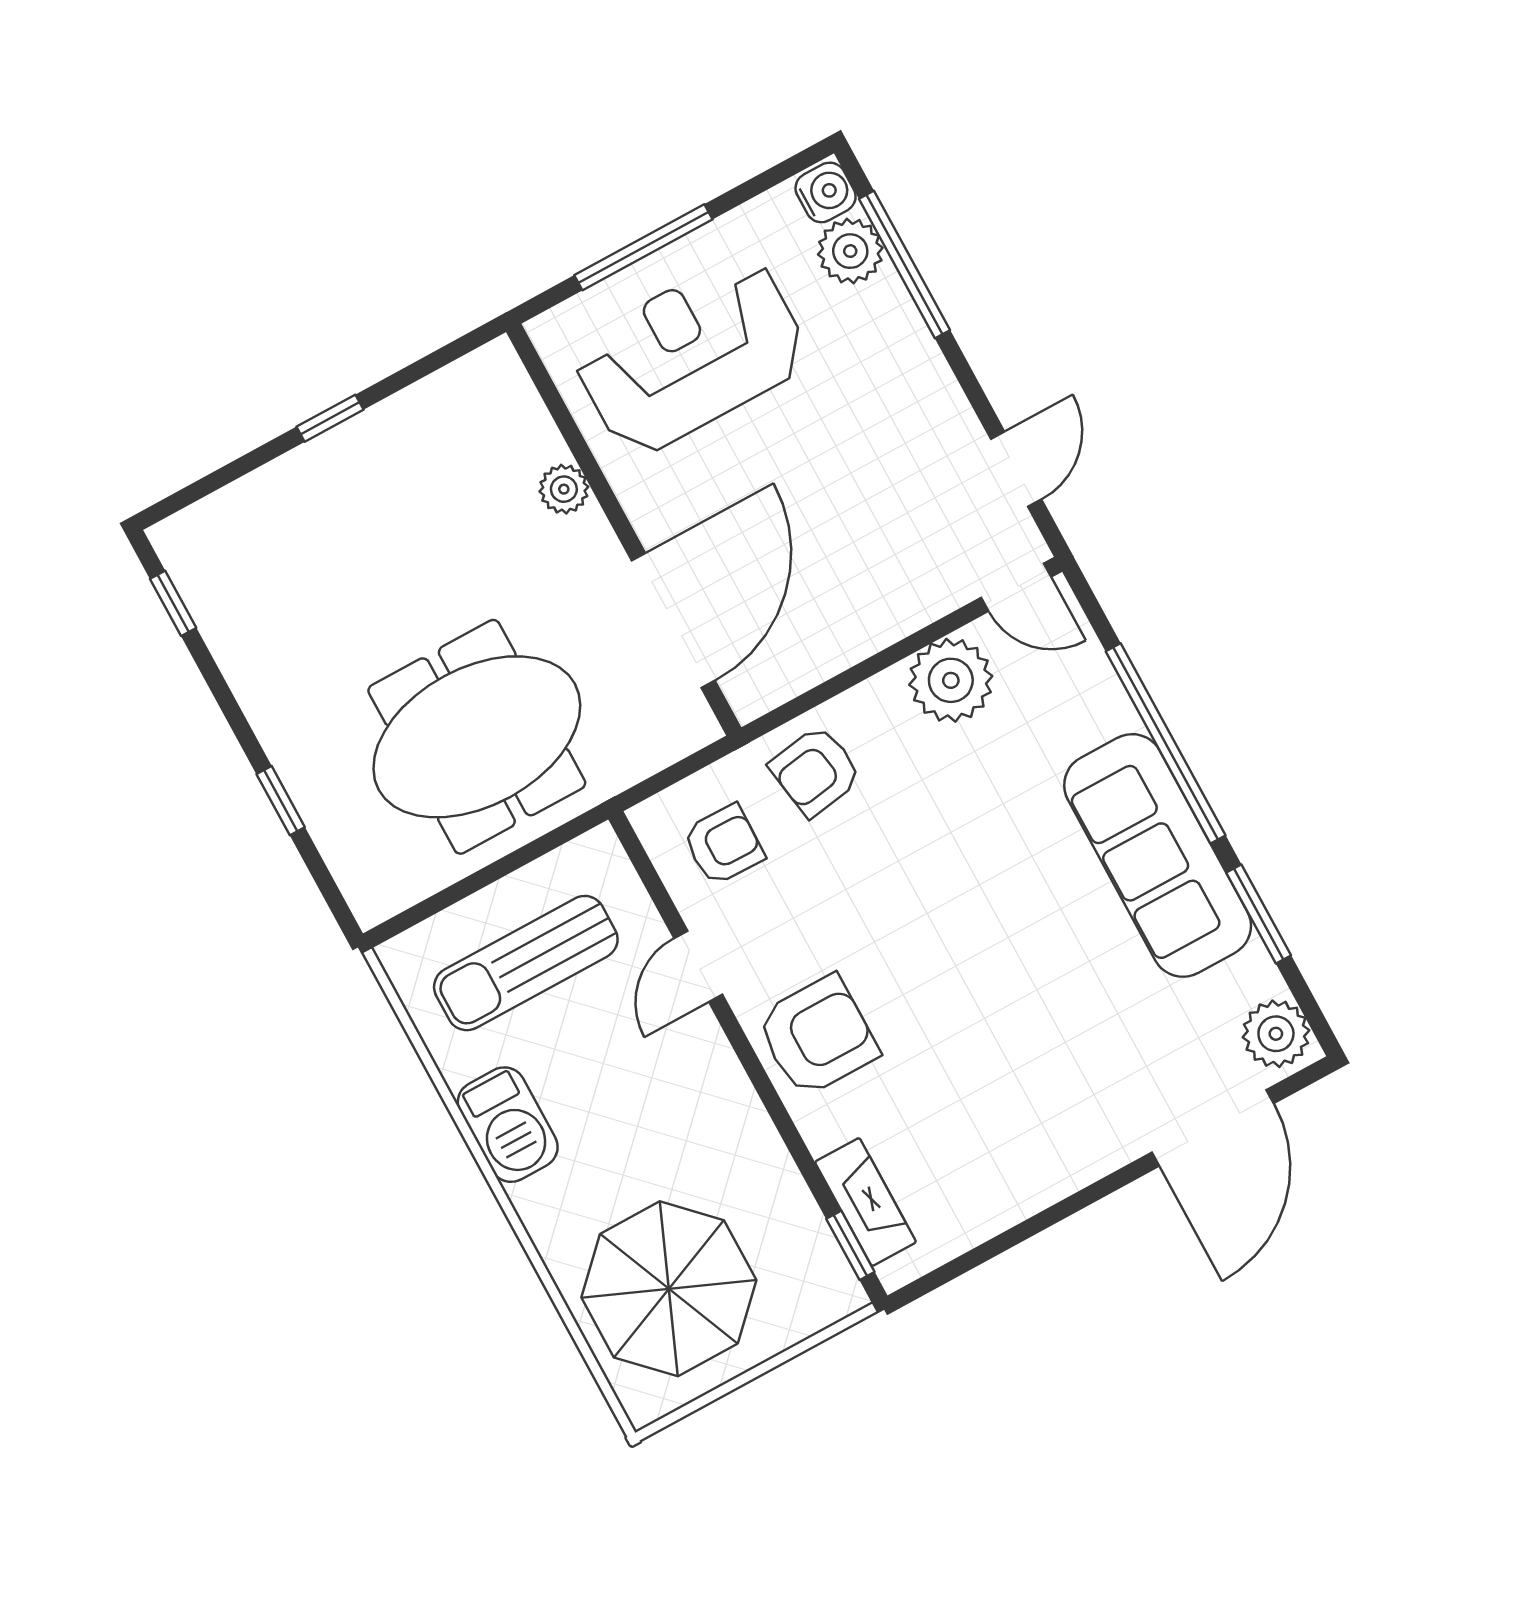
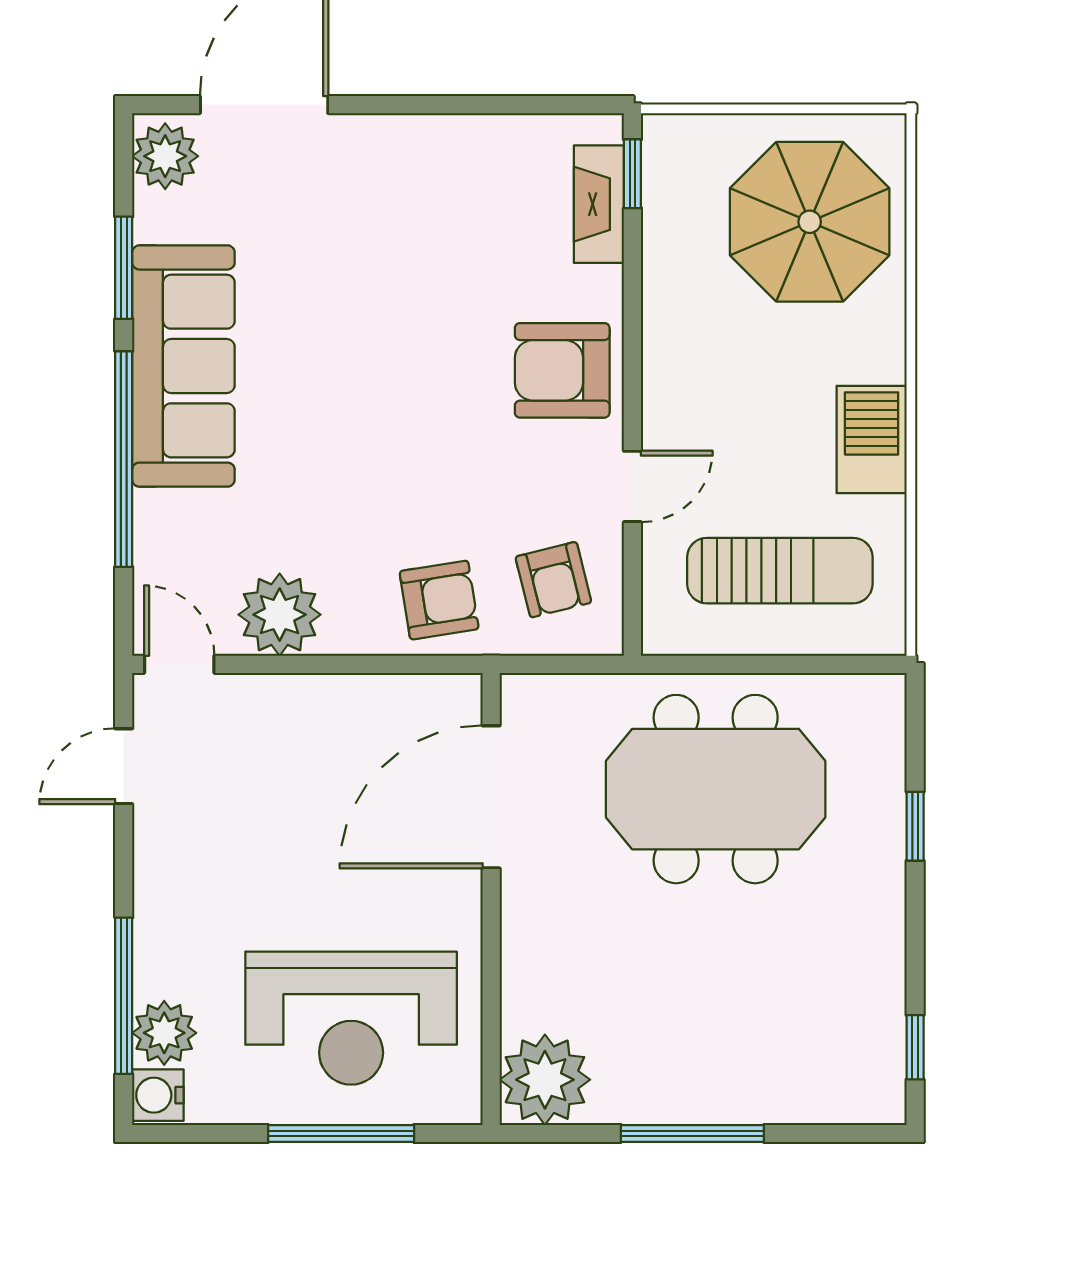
window: (330, 418) -> (692, 1133), width x2.17
plant: (564, 489) -> (545, 1080), moved, width x1.88, depth x1.88
armchair: (723, 845) -> (553, 580), turned -105

